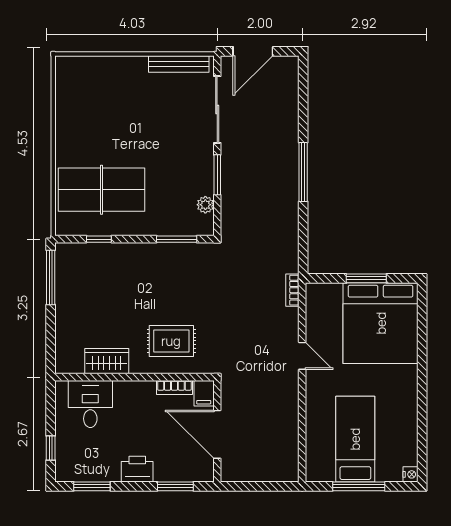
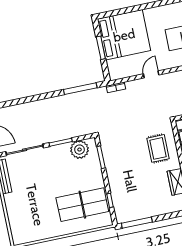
window: (303, 172) -> (80, 89), moved
table tennis table: (102, 190) -> (82, 205), turned 90
plant: (205, 205) -> (80, 150), width x1.87, depth x1.87

